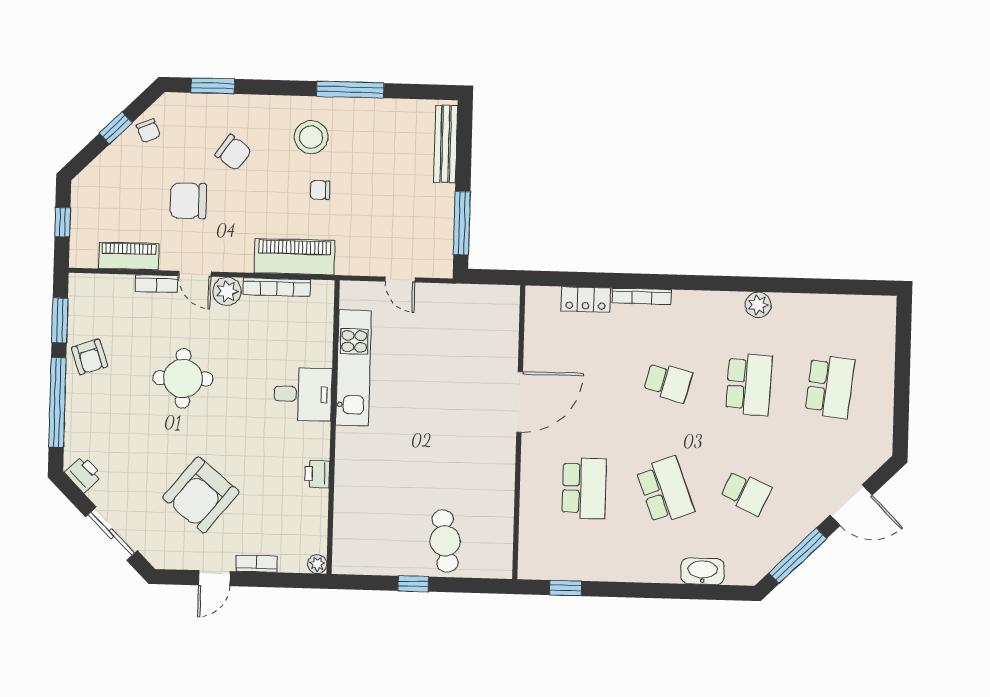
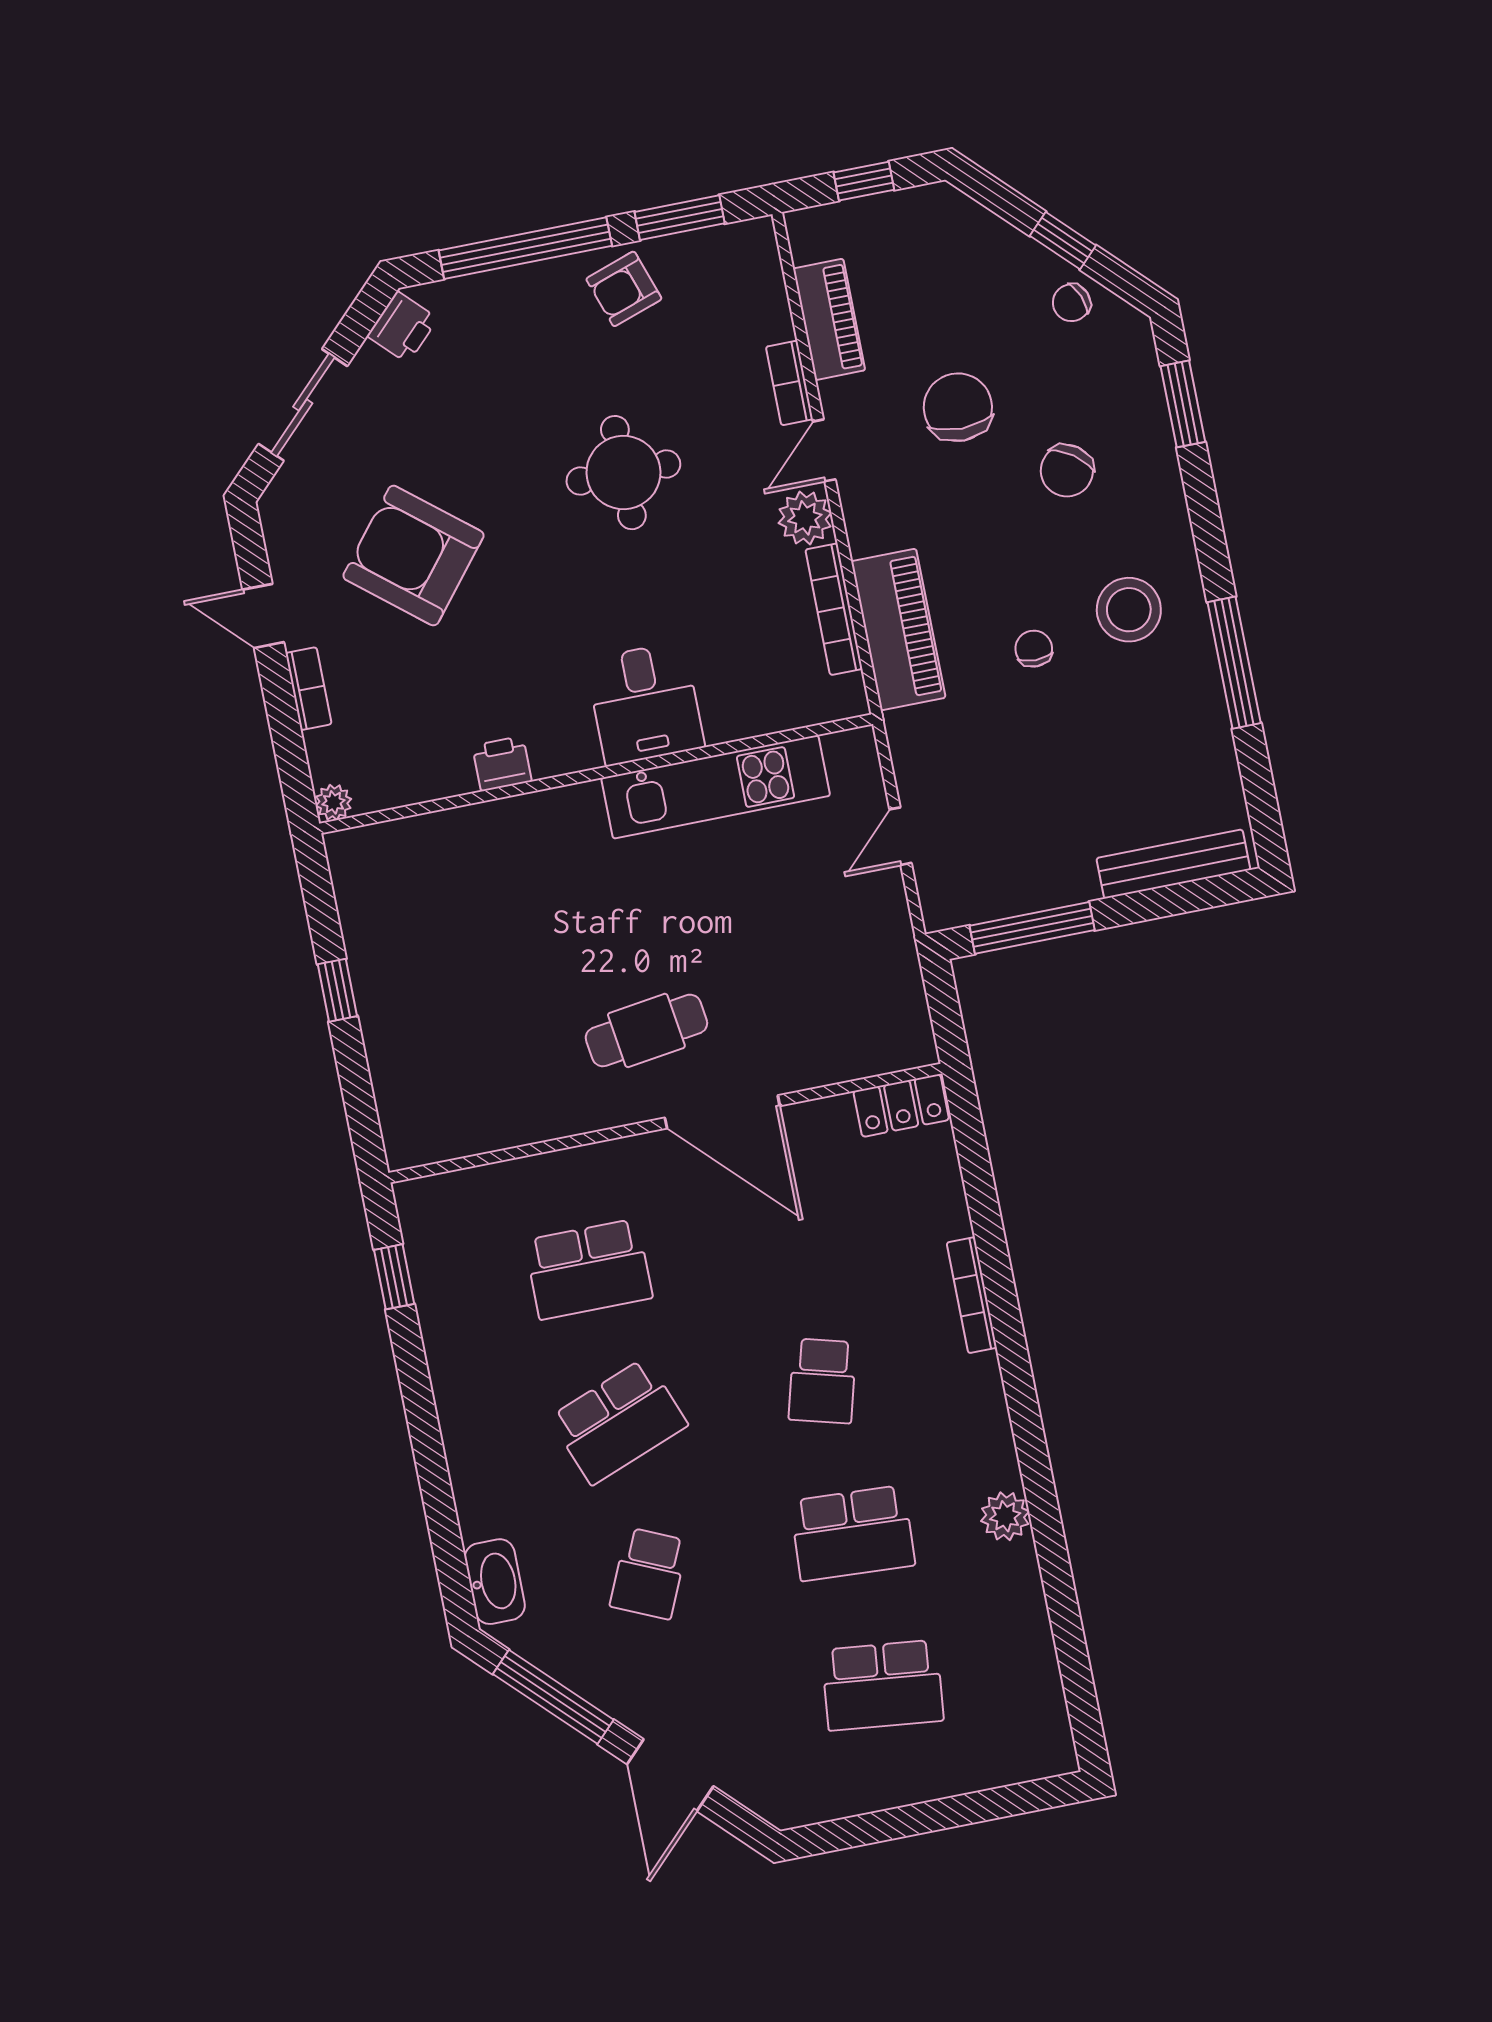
locker: (586, 300) -> (901, 1105), moved, turned -90
cafe table: (445, 541) -> (646, 1030), moved
washbasin: (703, 571) -> (495, 1582), moved

